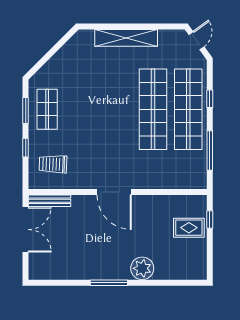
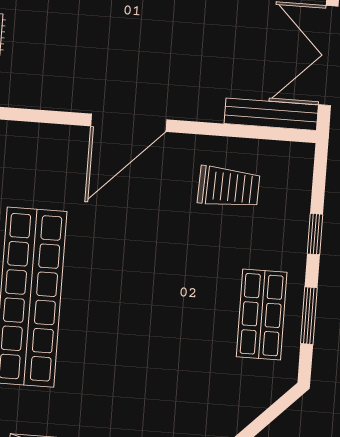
trolley: (53, 164) -> (229, 187), moved
door: (114, 192) -> (129, 123), swing flipped

